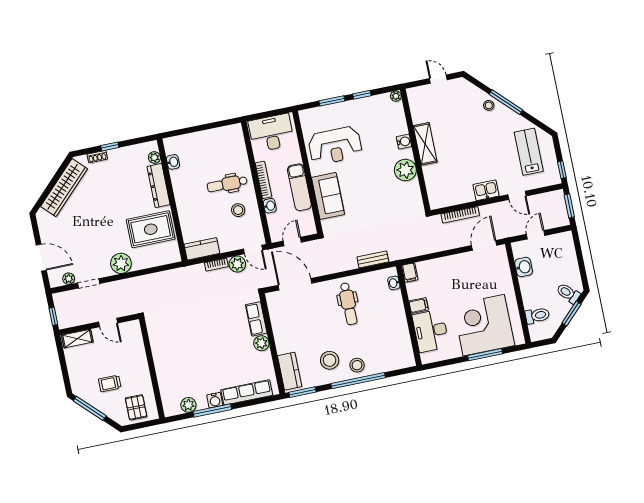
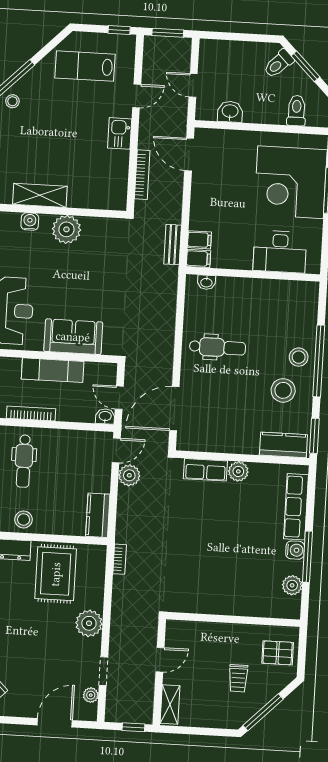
washbasin: (270, 206) -> (105, 416), moved
stool: (238, 210) -> (24, 519), moved
bench: (373, 259) -> (173, 245), moved
bookcase: (216, 265) -> (120, 559), moved
filing cabinet: (419, 305) -> (199, 240), moved, turned 90

